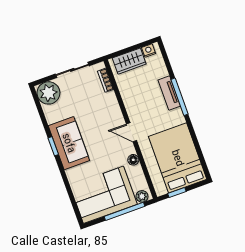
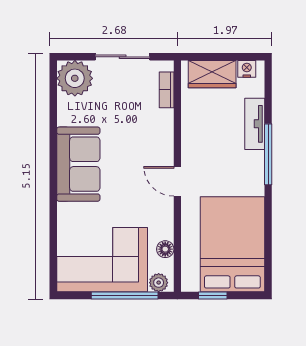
tv unit: (169, 93) -> (255, 124), moved
window: (53, 146) -> (53, 160), removed
floor lamp: (133, 160) -> (165, 249), moved

